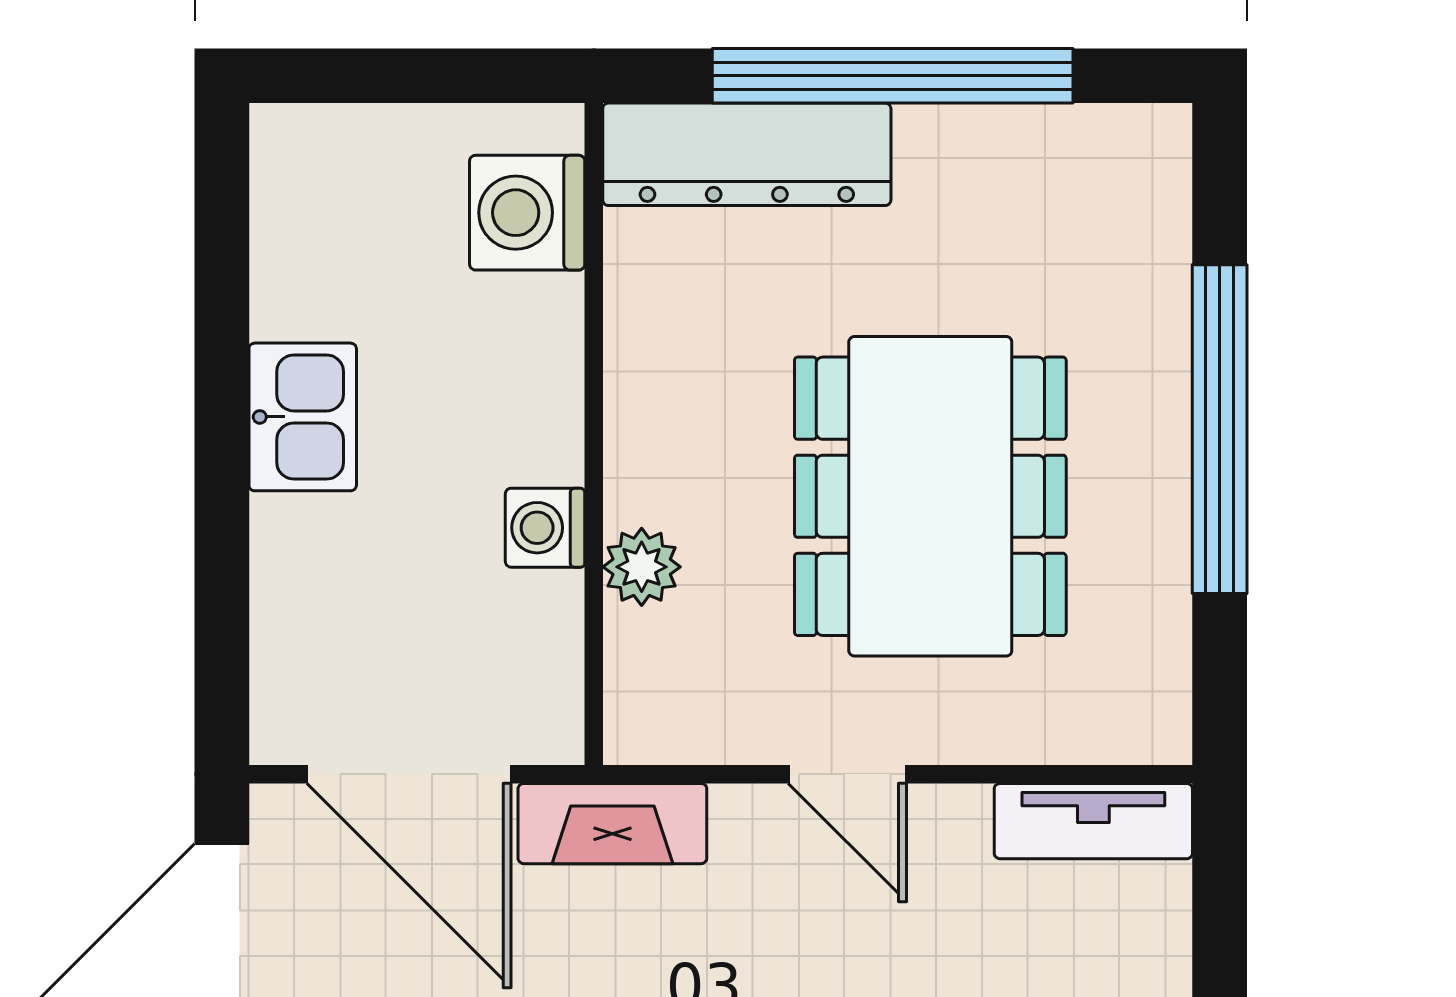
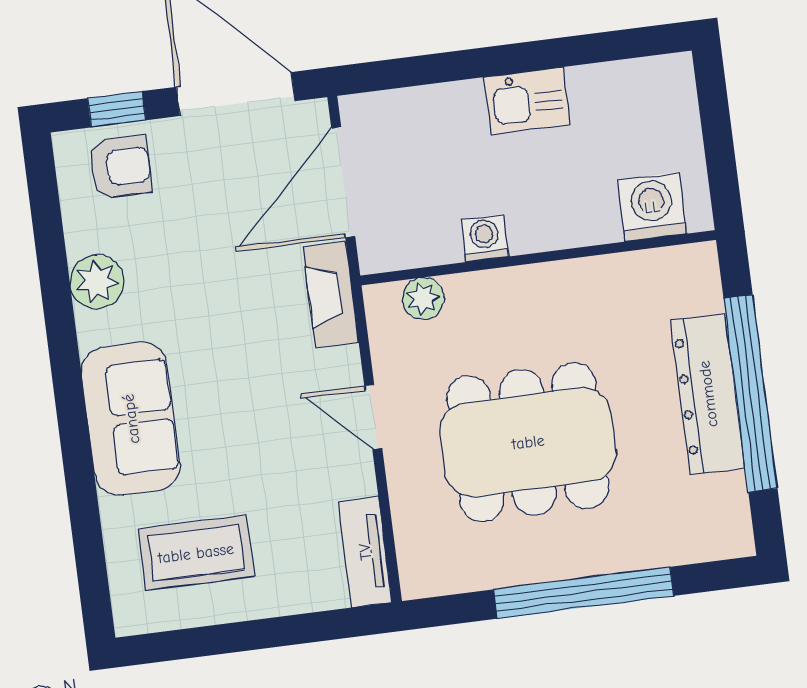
dresser: (747, 154) -> (708, 394), moved
plant: (642, 567) -> (423, 299), moved
door: (847, 774) -> (373, 417), hinge flipped

